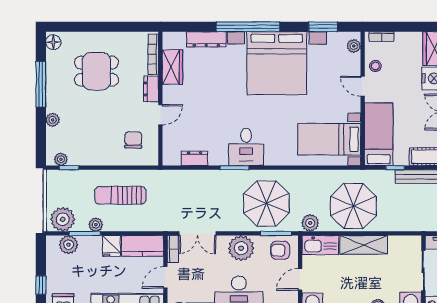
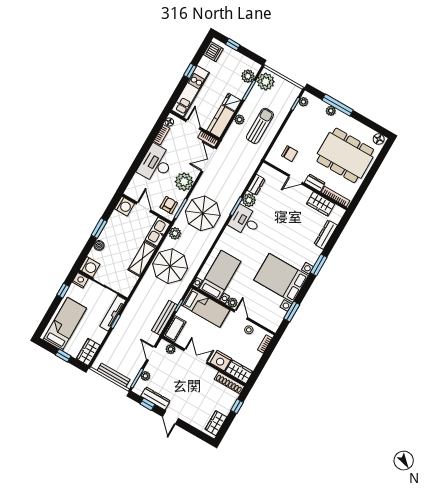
window: (248, 27) -> (319, 265), width x0.47
plant: (354, 46) -> (232, 303), moved
bed with nightstands: (277, 63) -> (281, 278), width x0.73
dining table: (96, 71) -> (345, 155), width x1.87, depth x1.24
window: (41, 84) -> (338, 105), moved
door: (363, 86) -> (241, 315), hinge flipped
door: (160, 115) -> (295, 179), hinge flipped
plant: (218, 157) -> (249, 200), added
plant: (96, 225) -> (239, 120), moved

